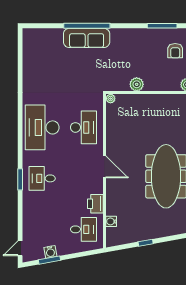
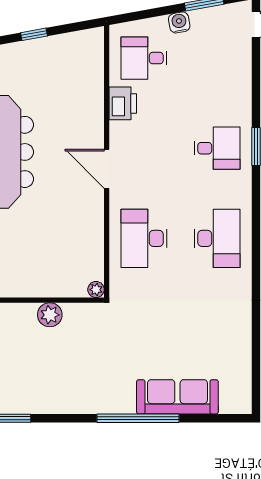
sofa: (87, 38) -> (177, 397), moved
desk: (42, 127) -> (217, 238), width x0.73, depth x0.77
water cooler: (111, 221) -> (95, 72), removed
water cooler: (50, 252) -> (179, 22), moved

